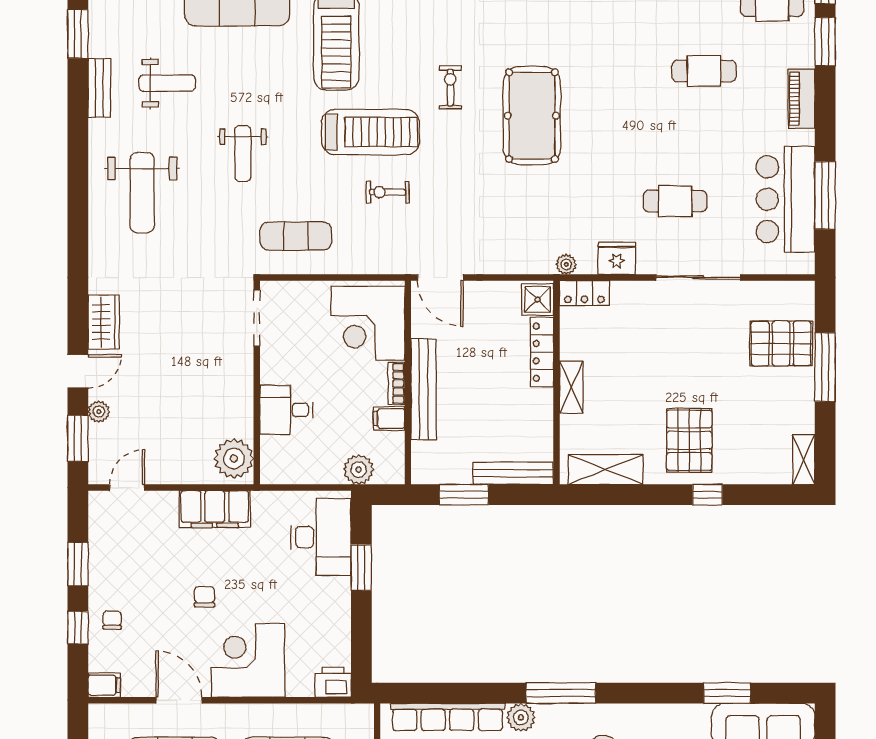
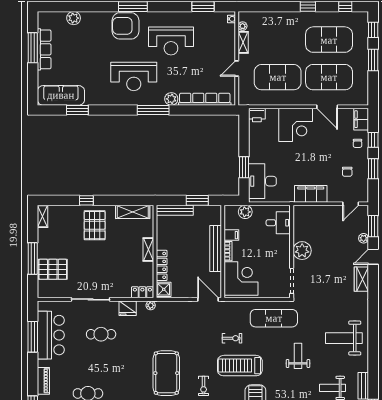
weight bench: (142, 193) -> (344, 338), turned -90
exercise mat: (296, 236) -> (274, 318), width x1.36, depth x1.45
desk: (286, 410) -> (278, 223), moved
plant: (234, 459) -> (302, 251), moved
chair: (205, 597) -> (347, 172), moved
filing cabinet: (104, 685) -> (361, 119), width x2.00

